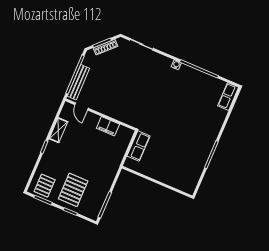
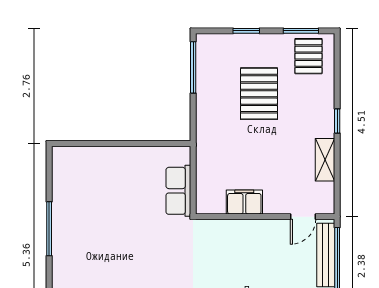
door: (82, 106) -> (303, 217), swing flipped
pallet: (73, 190) -> (259, 94), moved

